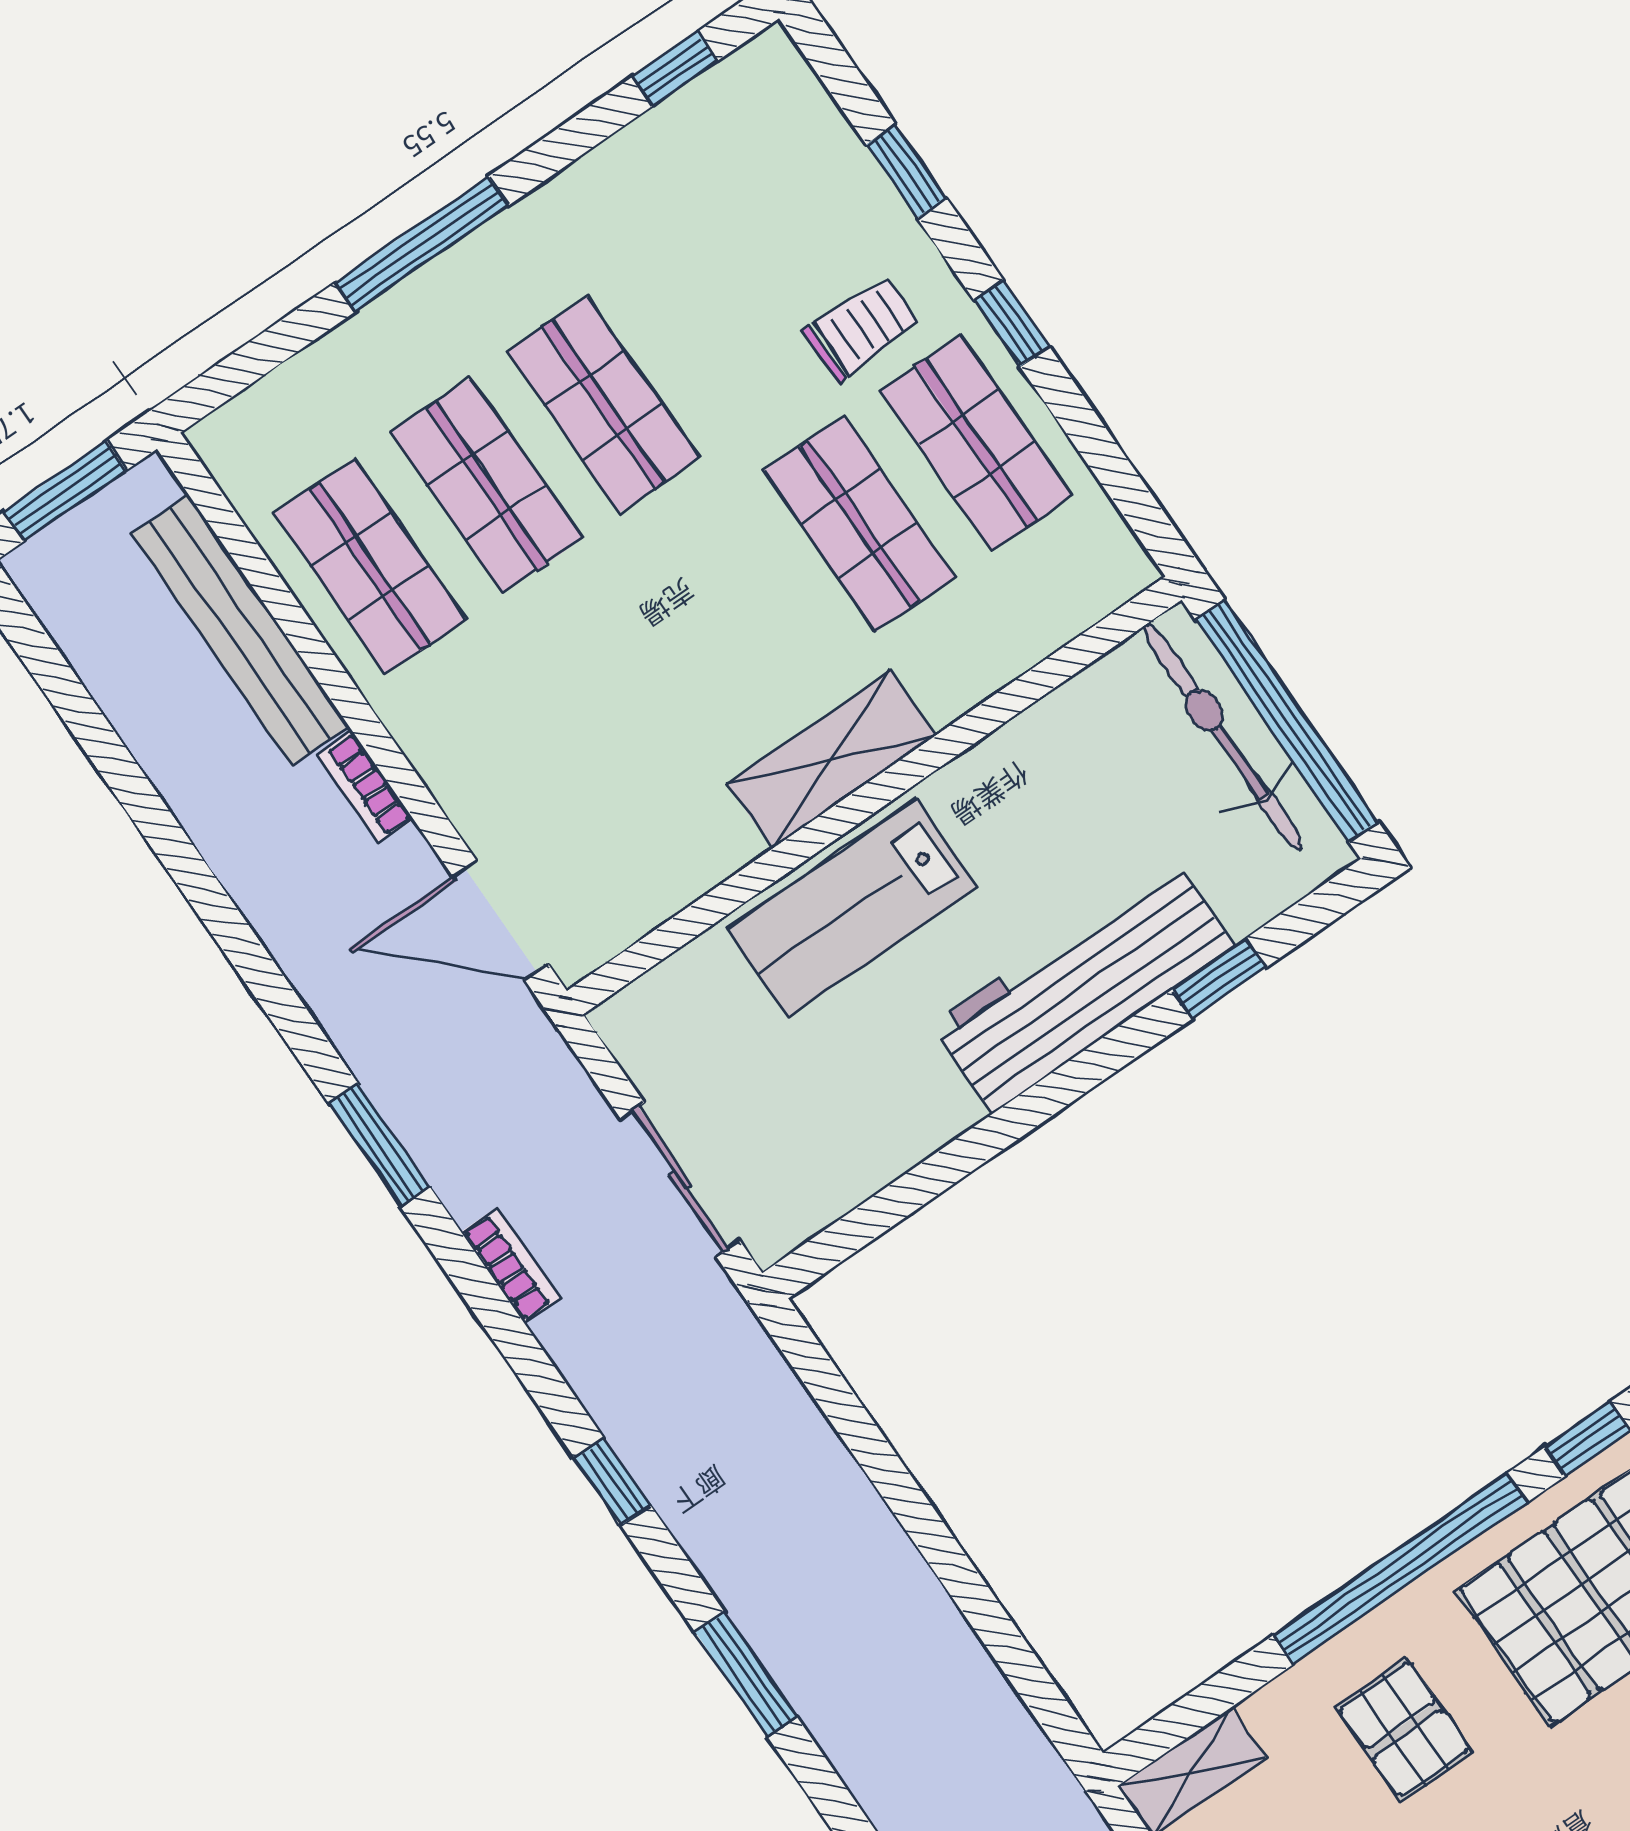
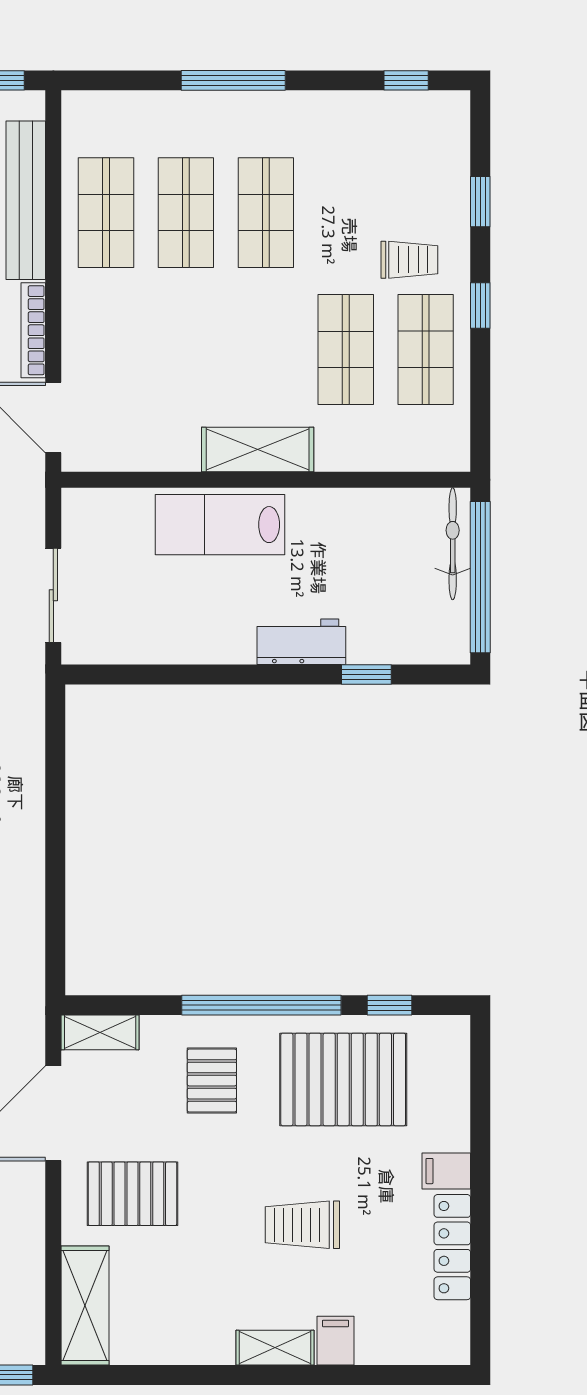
bicycle: (1223, 737) -> (453, 544), width x0.73, depth x0.71
bookcase: (365, 787) -> (33, 330), width x1.56
workbench: (1083, 986) -> (301, 642), width x0.53, depth x0.76

